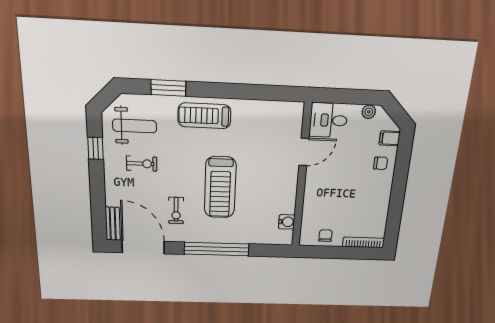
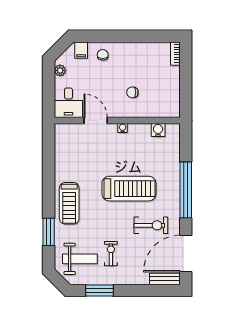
weight bench: (135, 126) -> (80, 259), turned 90
window: (96, 148) -> (100, 290), width x1.50
water cooler: (292, 183) -> (123, 128), added
exercise bike: (176, 211) -> (151, 225), width x1.38, depth x1.39
chair: (325, 236) -> (132, 92), moved
bookcase: (363, 242) -> (175, 54), width x0.64

